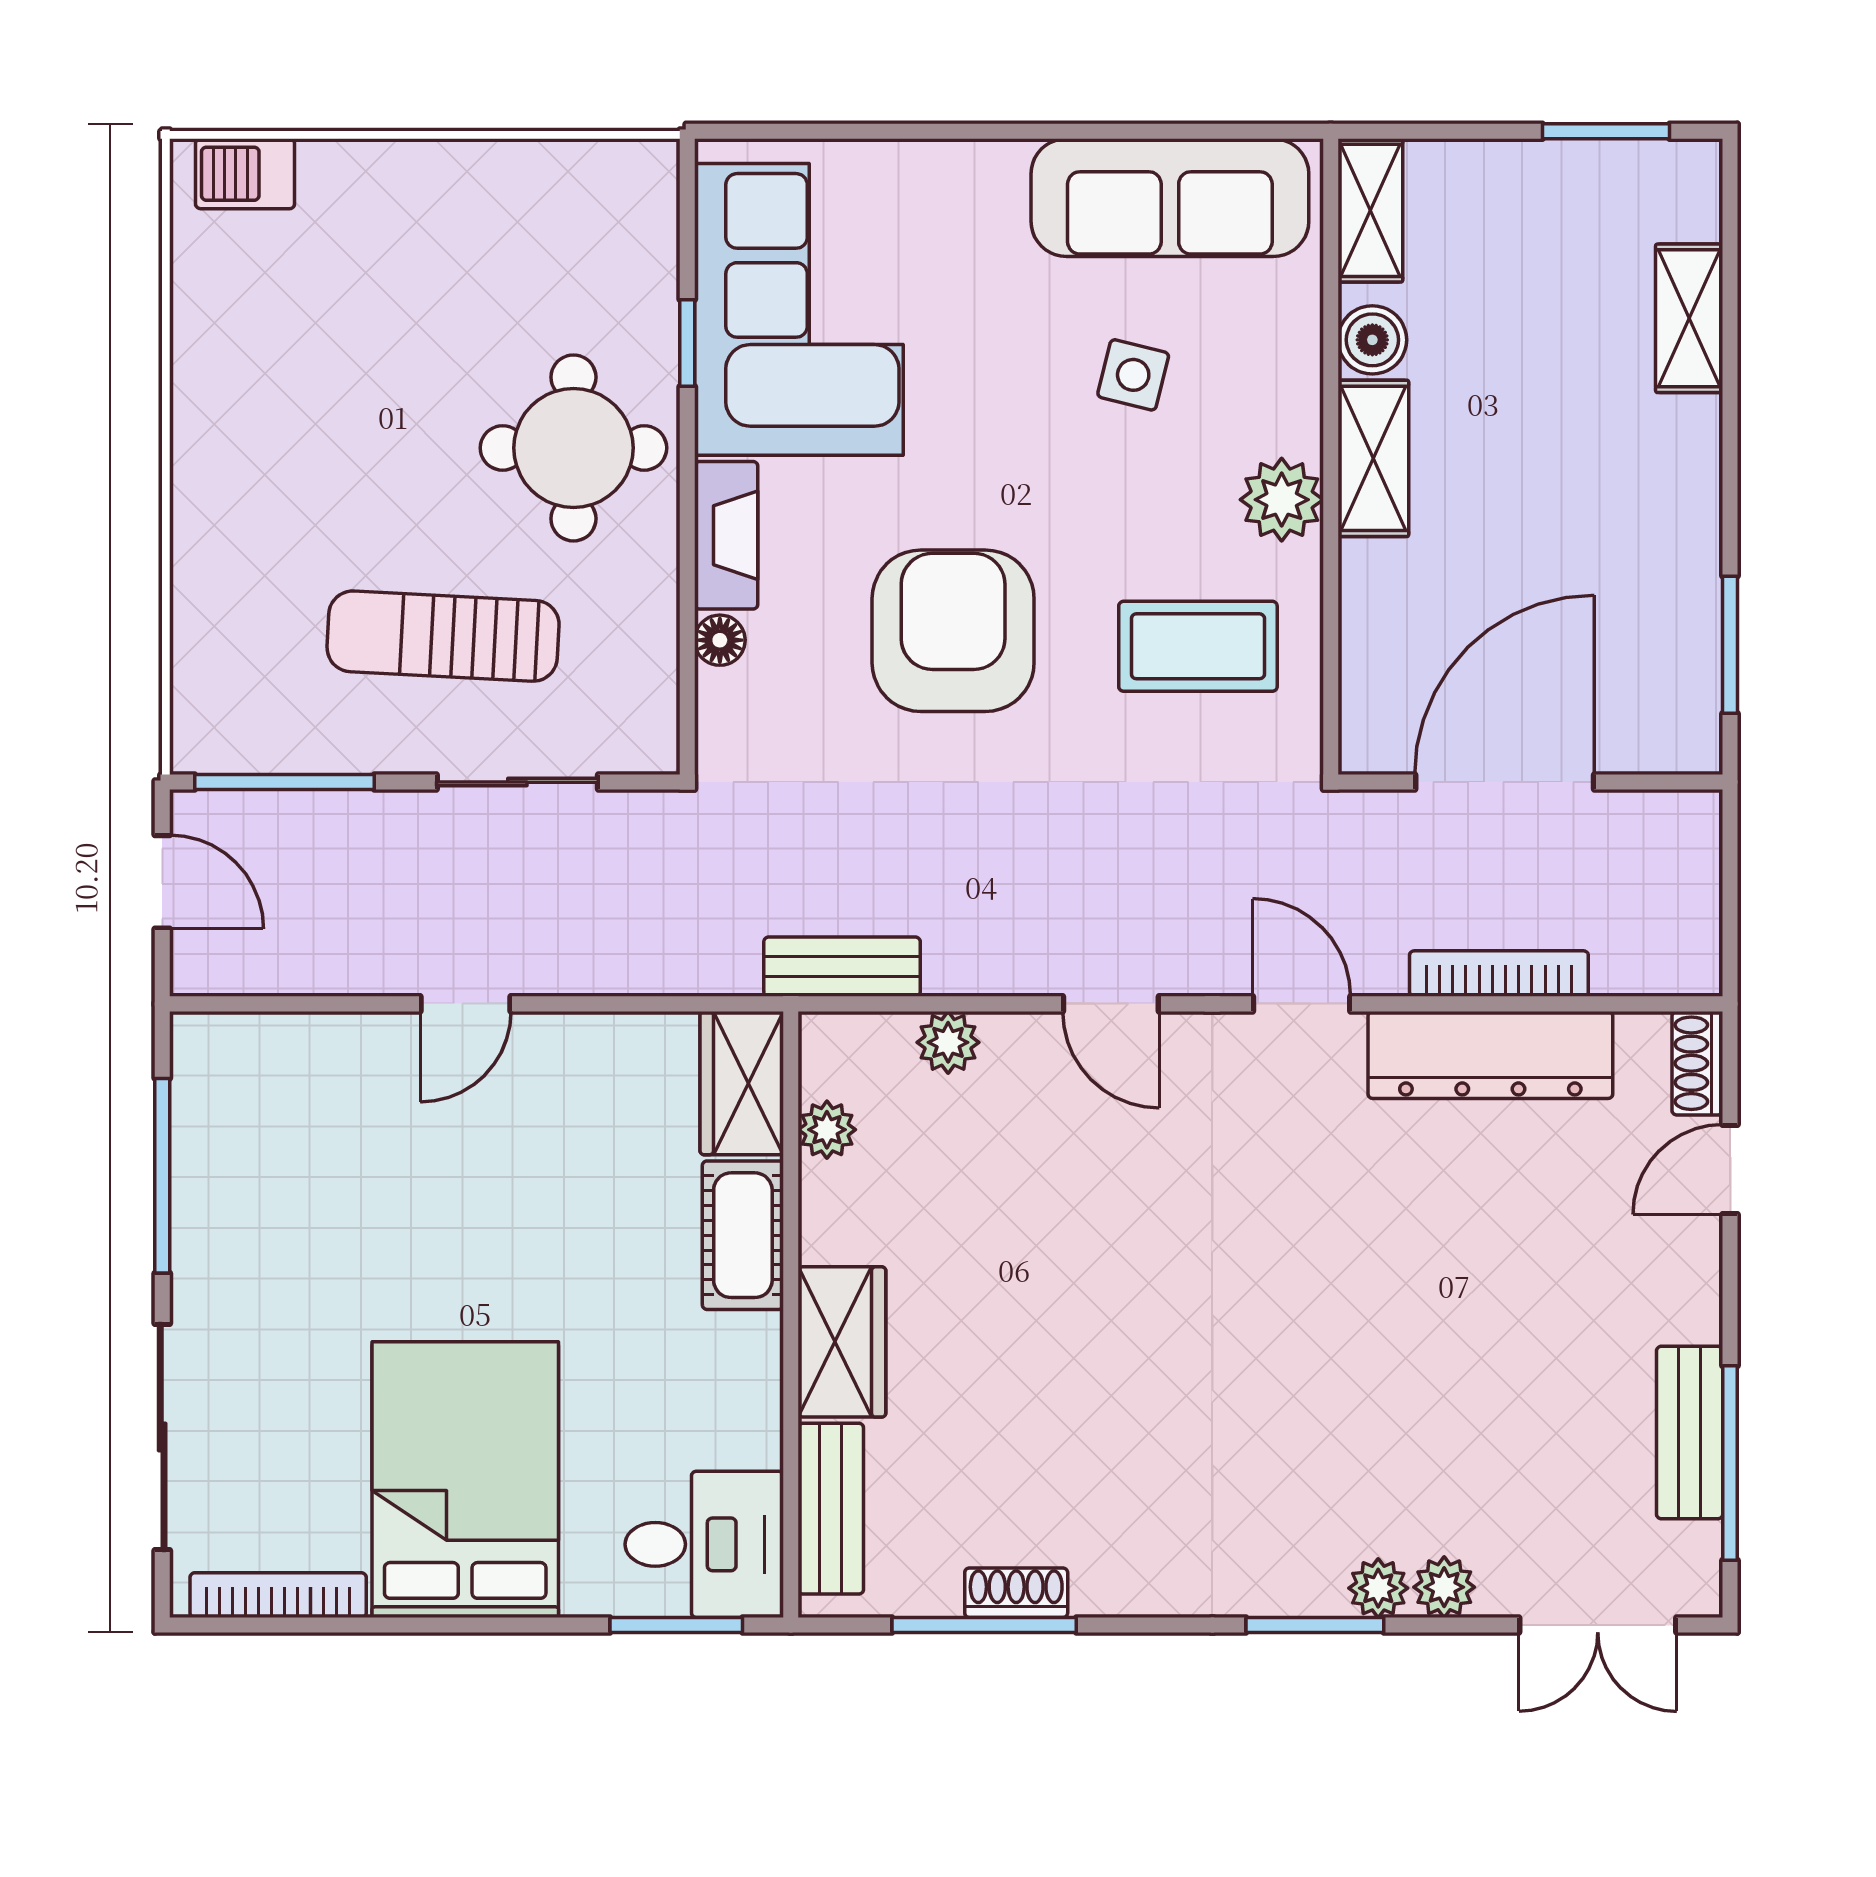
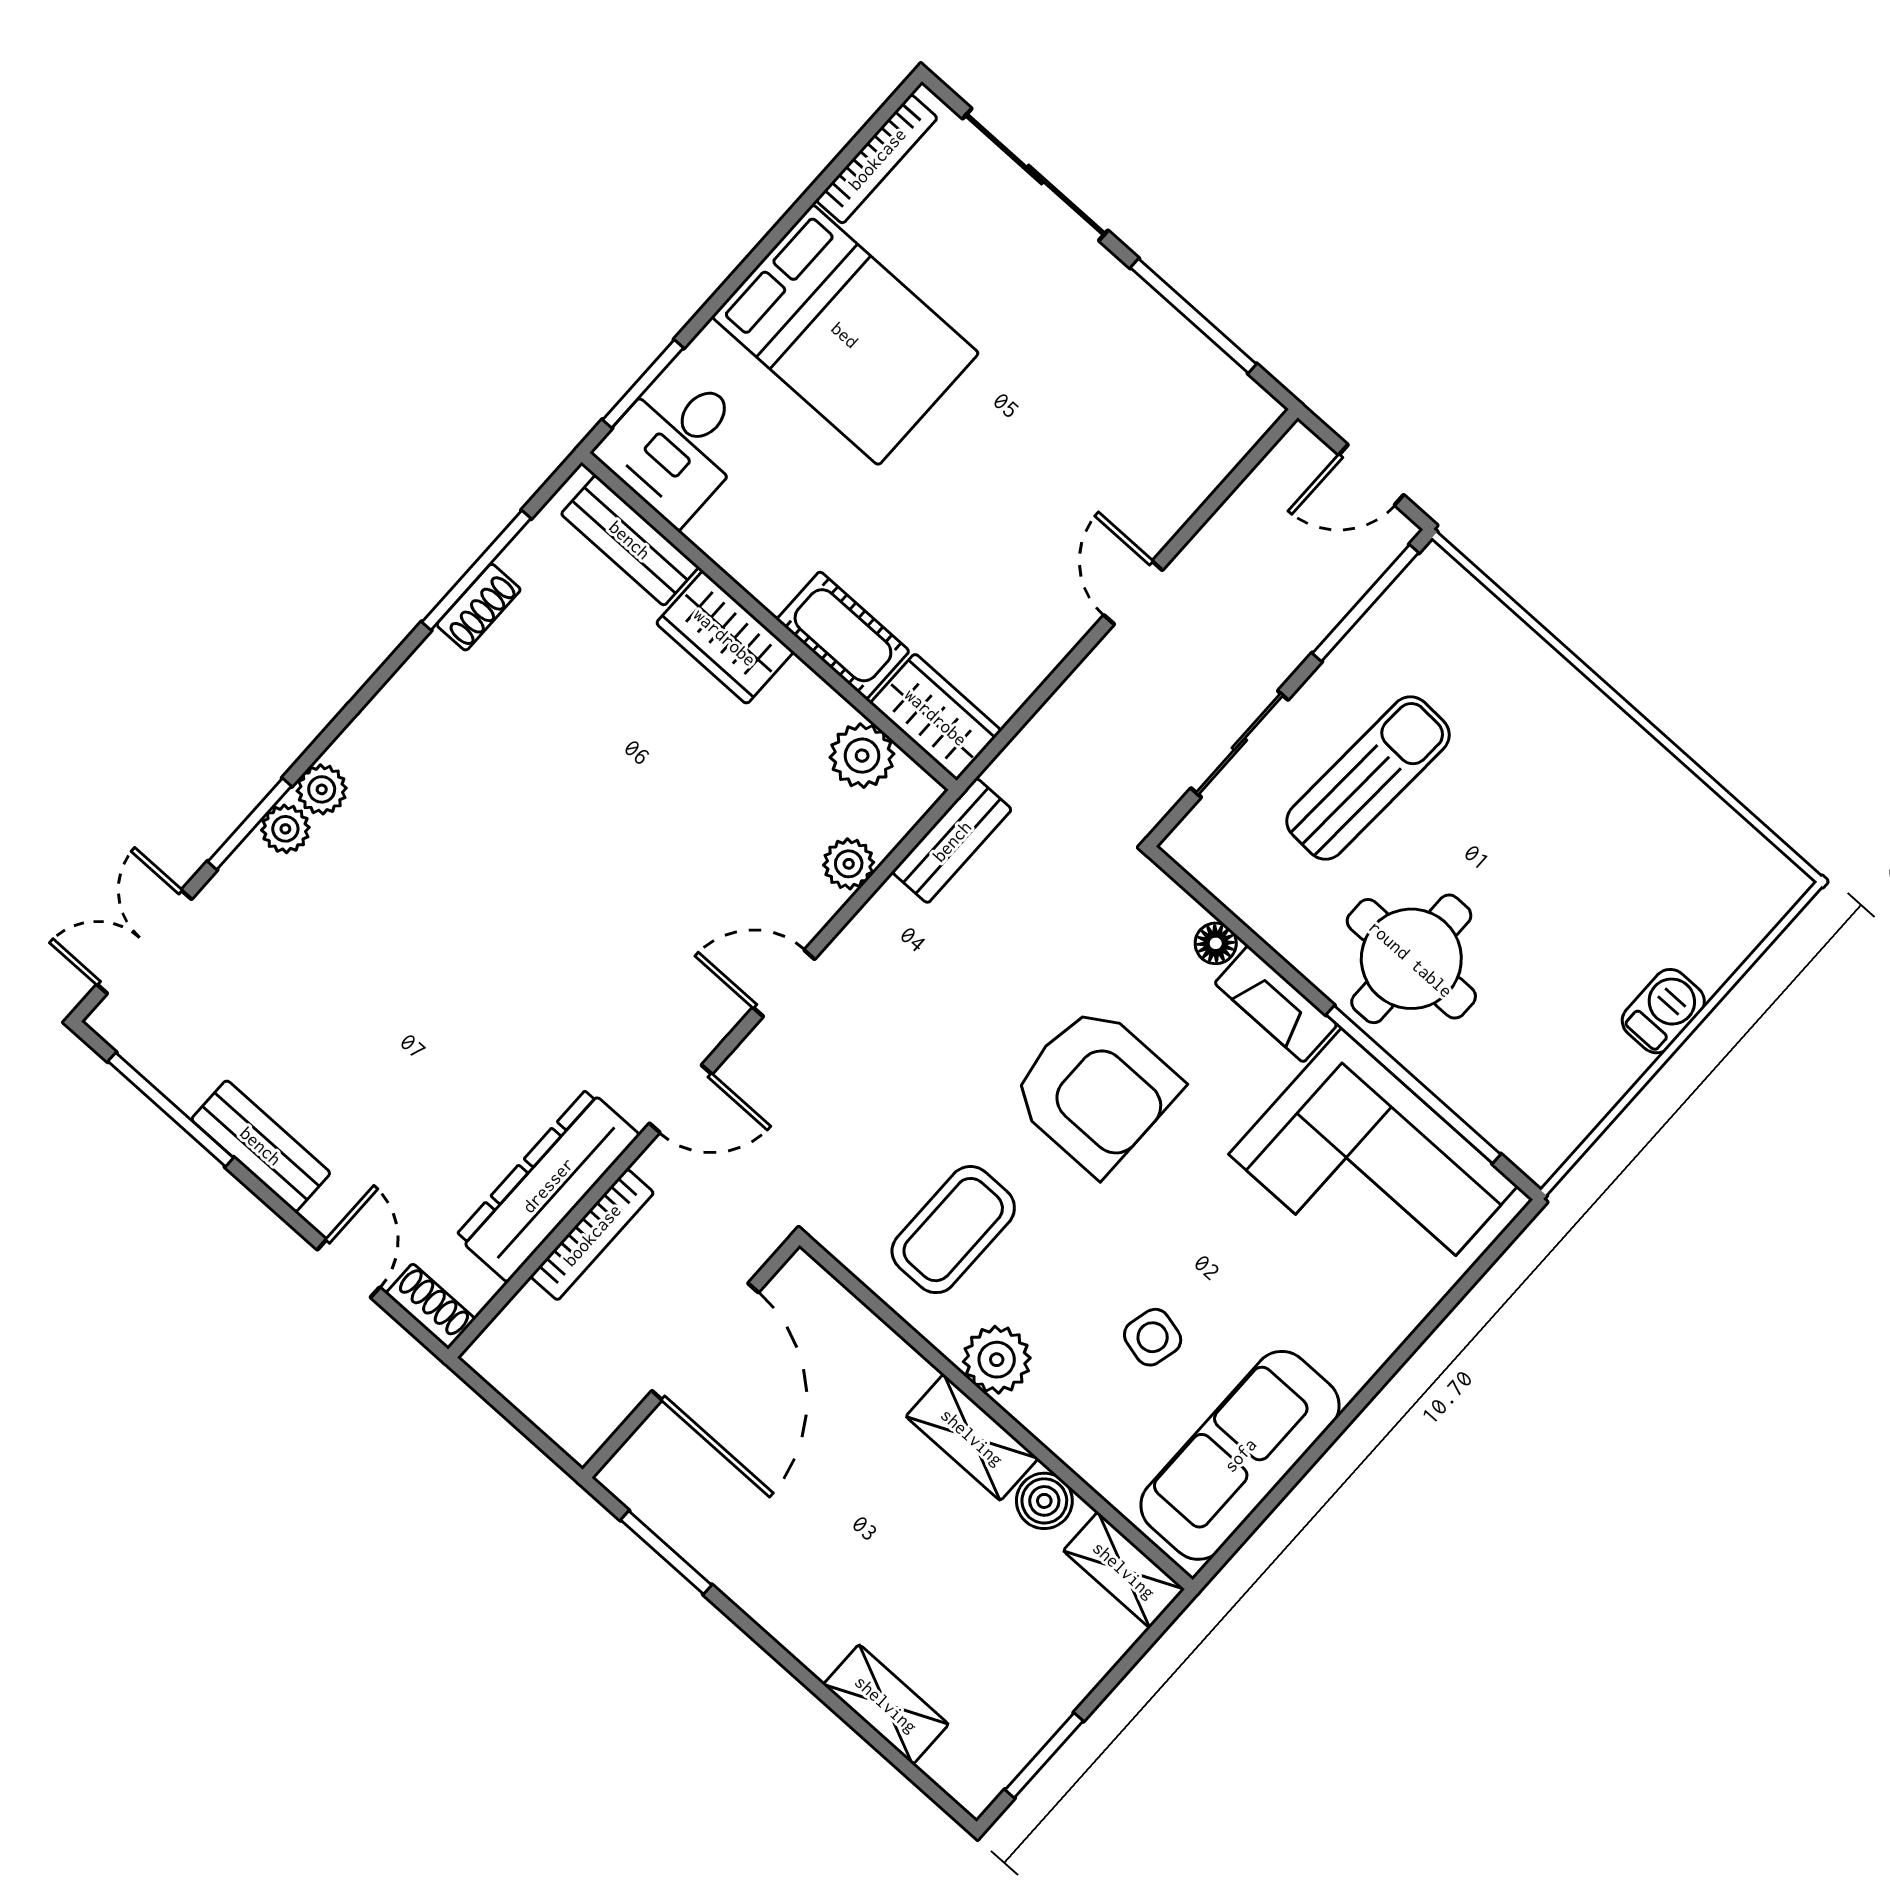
barbecue: (245, 174) -> (1663, 1011), moved
window: (687, 343) -> (1413, 1085), width x3.17
plant: (827, 1130) -> (862, 756), width x1.38, depth x1.38
bench: (1690, 1433) -> (261, 1146), moved
plant: (1444, 1587) -> (322, 789), moved
window: (1315, 1625) -> (250, 824), moved

